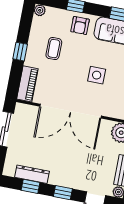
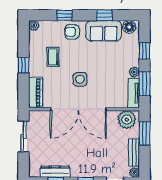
armchair: (80, 25) -> (72, 32), turned 90
side table: (97, 75) -> (80, 79), moved

